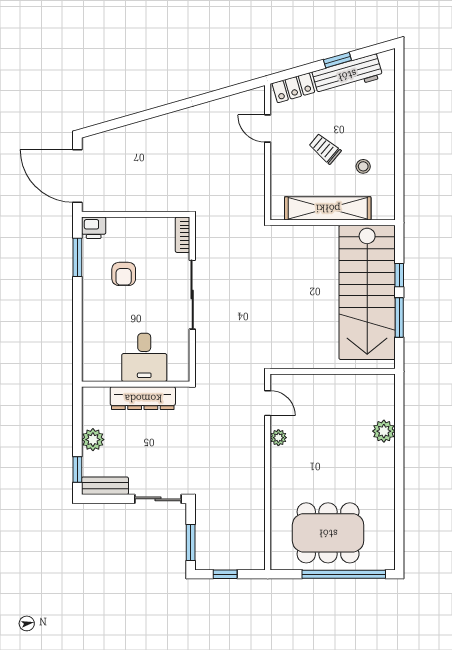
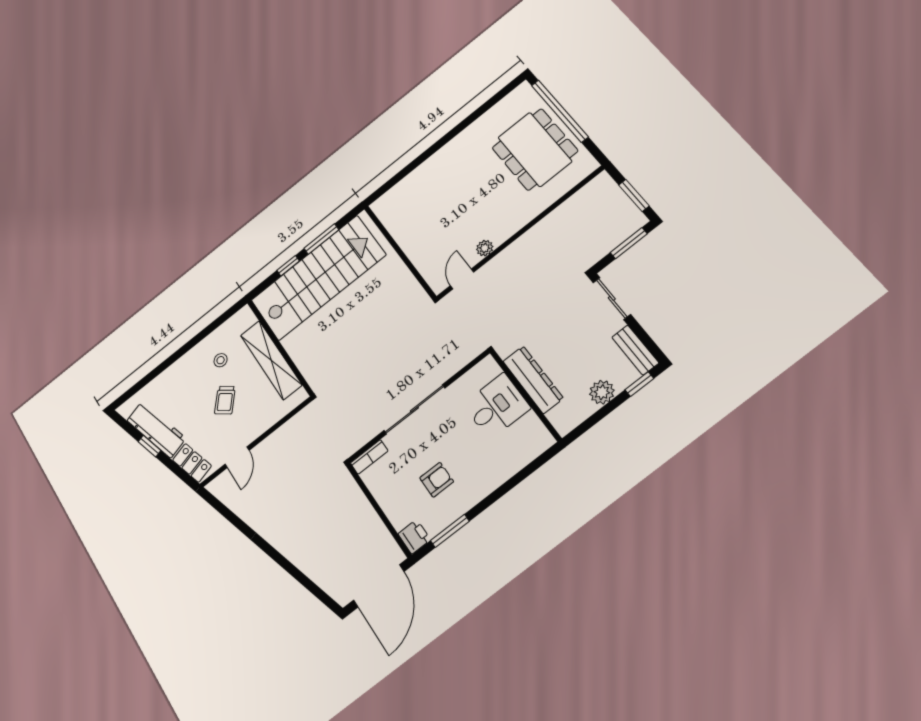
plant: (384, 431) -> (420, 177), removed
window: (225, 574) -> (634, 195), width x1.50

